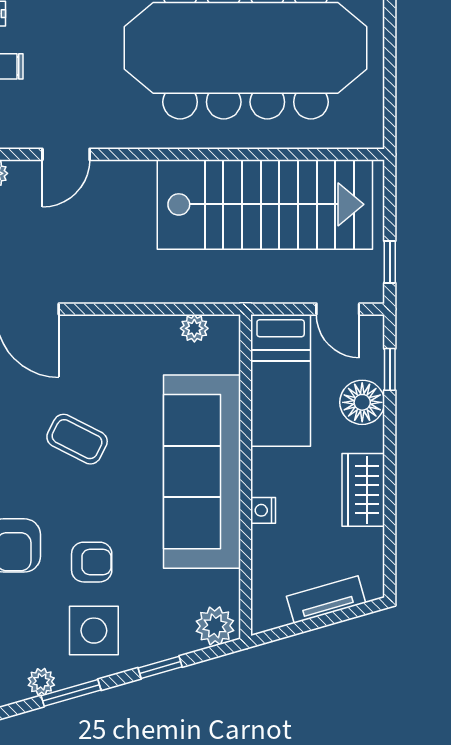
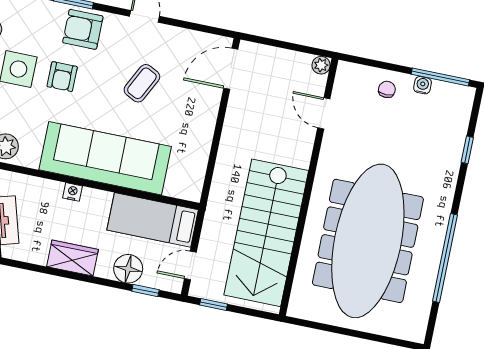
plant: (194, 328) -> (197, 172), removed

